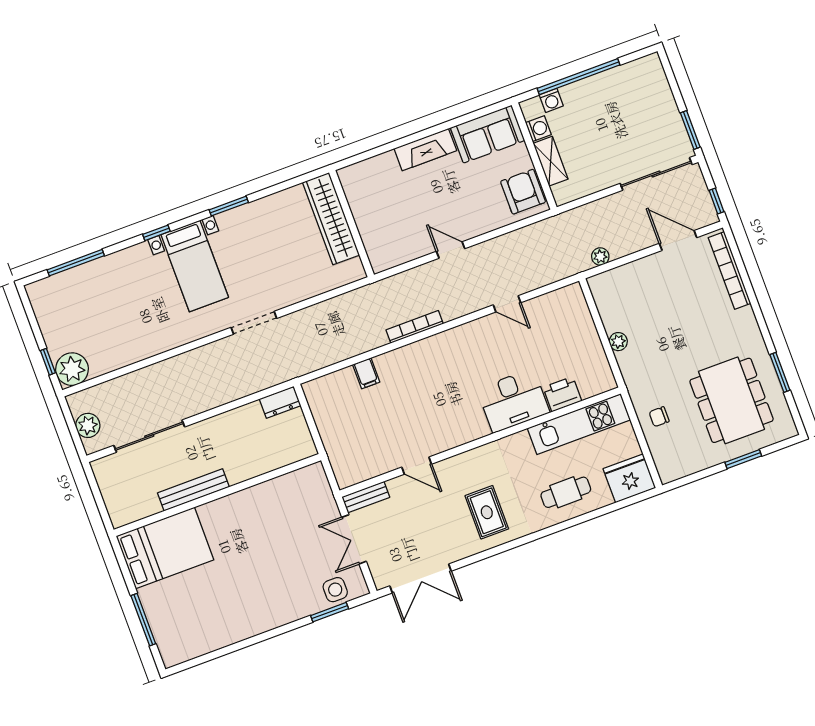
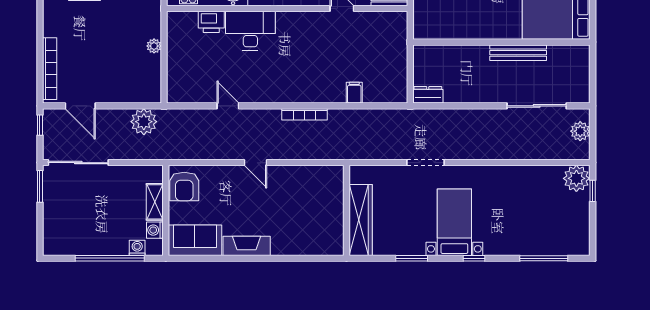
wardrobe: (331, 219) -> (361, 220), moved
wall: (352, 224) -> (346, 210), moved
plant: (600, 257) -> (144, 122), width x1.88, depth x1.88

